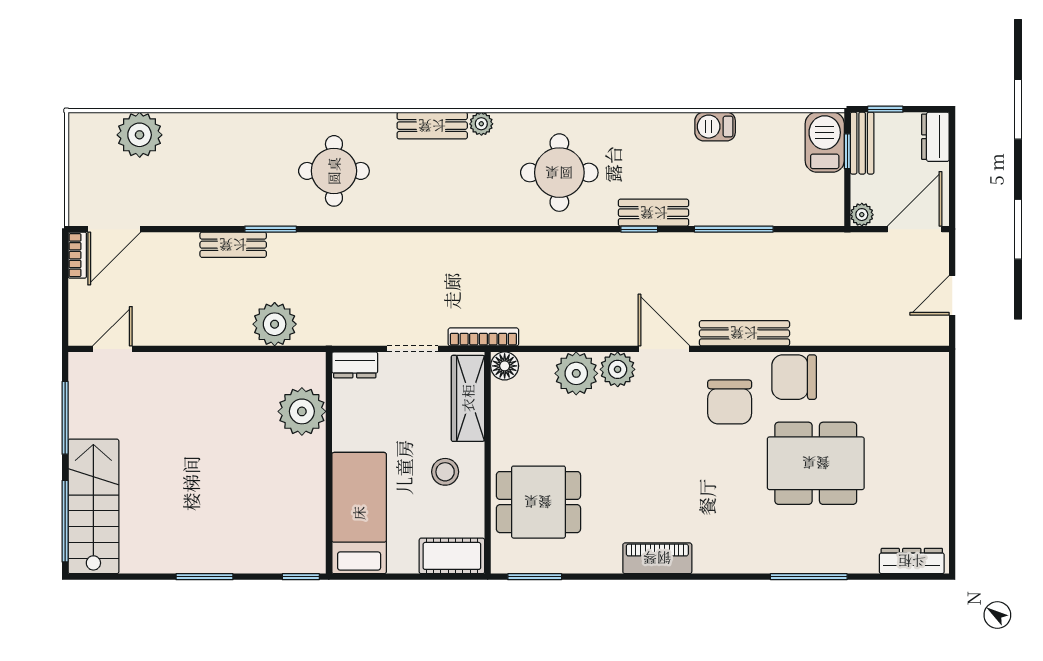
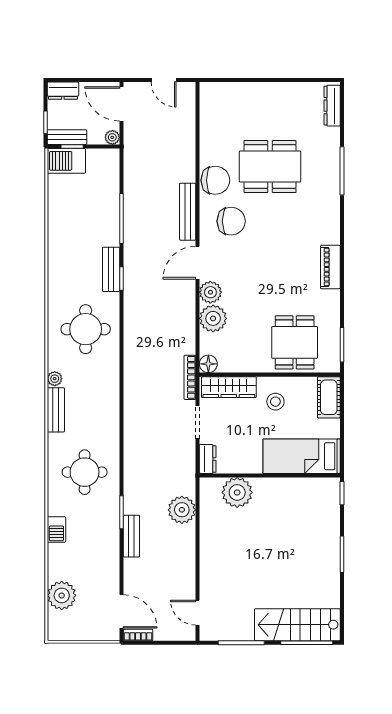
barbecue: (715, 127) -> (56, 529), moved
chair: (794, 377) -> (215, 180), turned -90
dining table: (816, 463) -> (270, 166), turned 90

